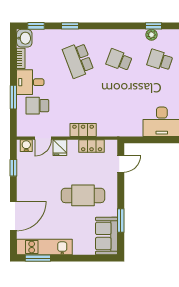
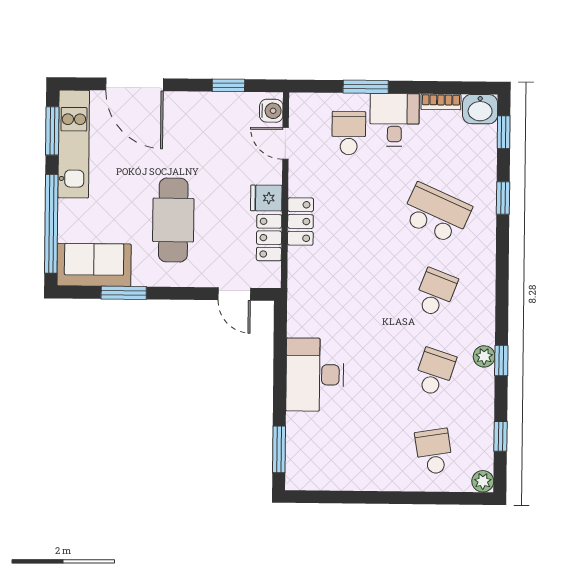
school desk: (78, 60) -> (436, 213), turned 45
fridge: (60, 148) -> (266, 198), moved
window: (86, 258) -> (51, 224), added

